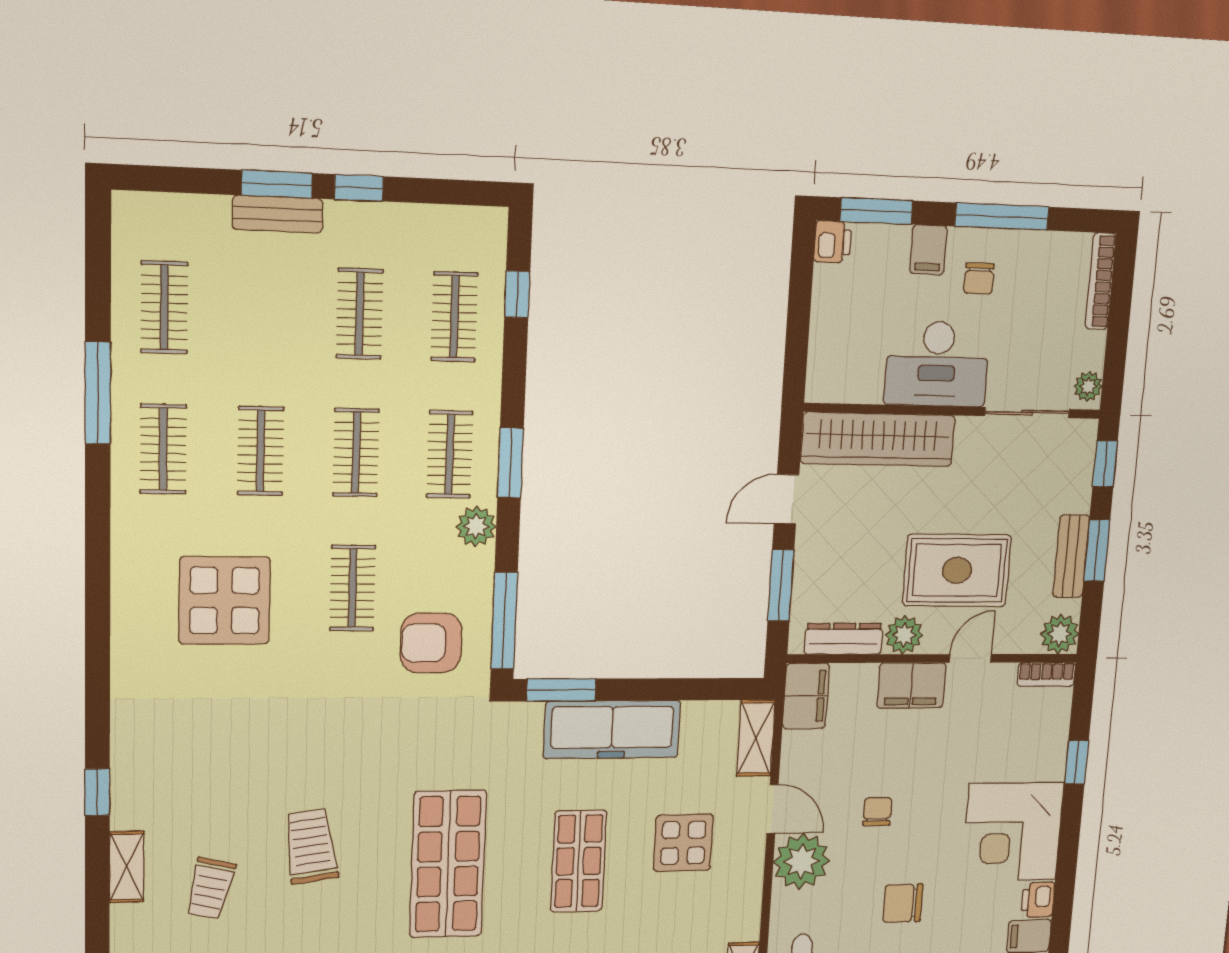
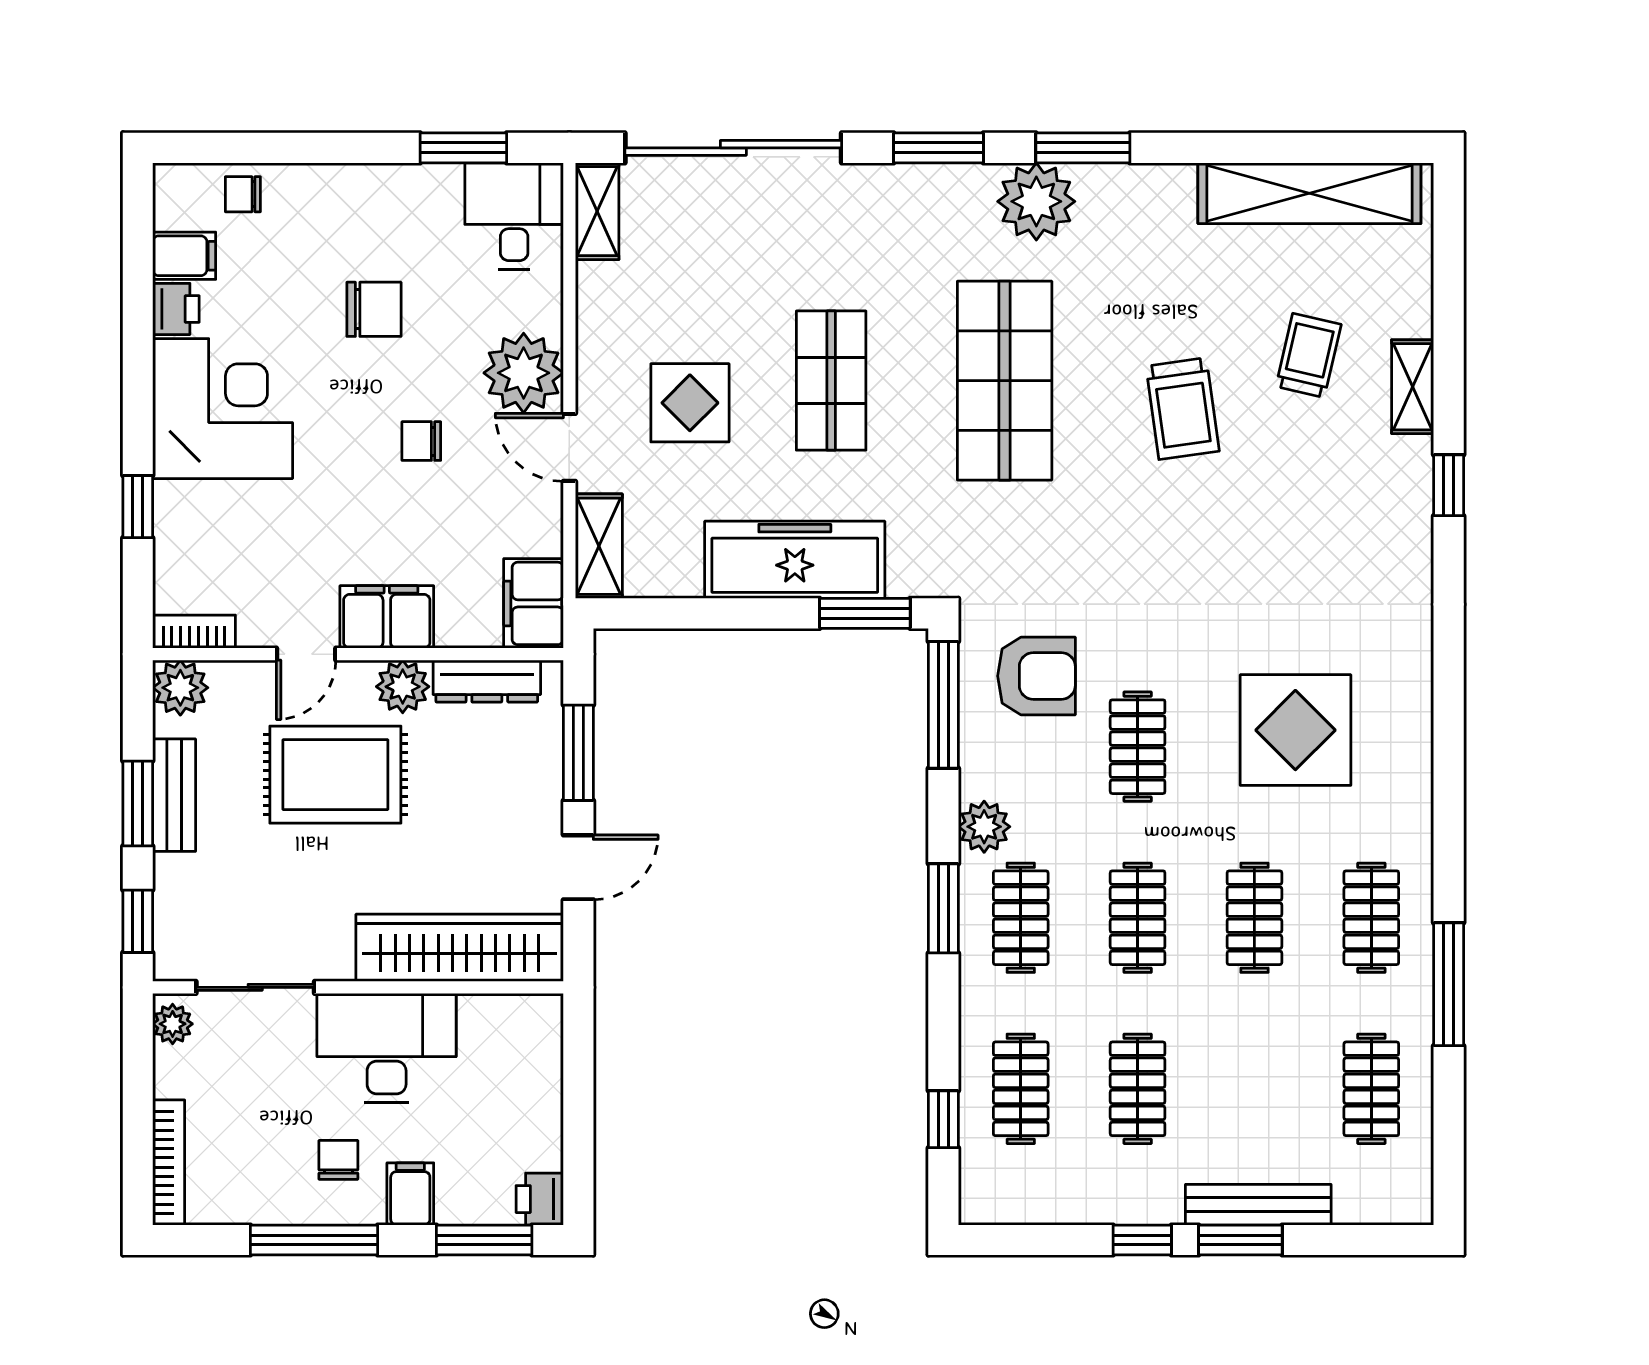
bench: (278, 214) -> (1258, 1205), width x1.36
chair: (877, 812) -> (421, 441), turned 90

